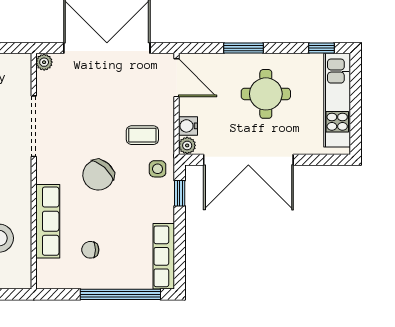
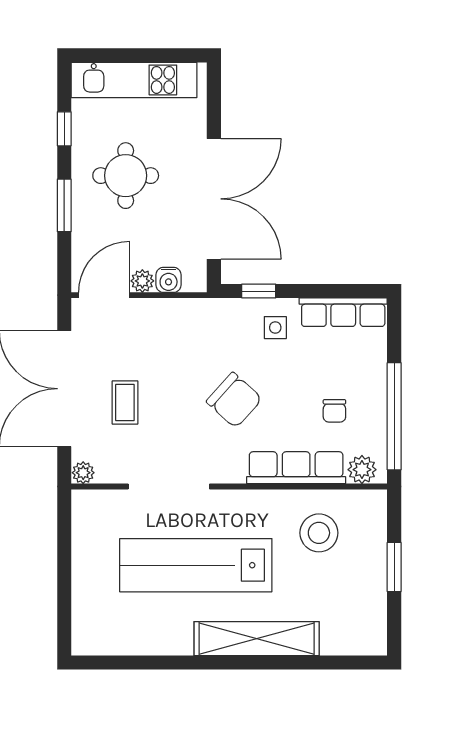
window: (322, 48) -> (64, 129), moved
coffee table: (142, 135) -> (125, 402), moved
plant: (187, 145) -> (142, 281), moved
side table: (158, 169) -> (275, 328), moved
plant: (46, 270) -> (362, 470), added
window: (120, 294) -> (394, 416), moved

